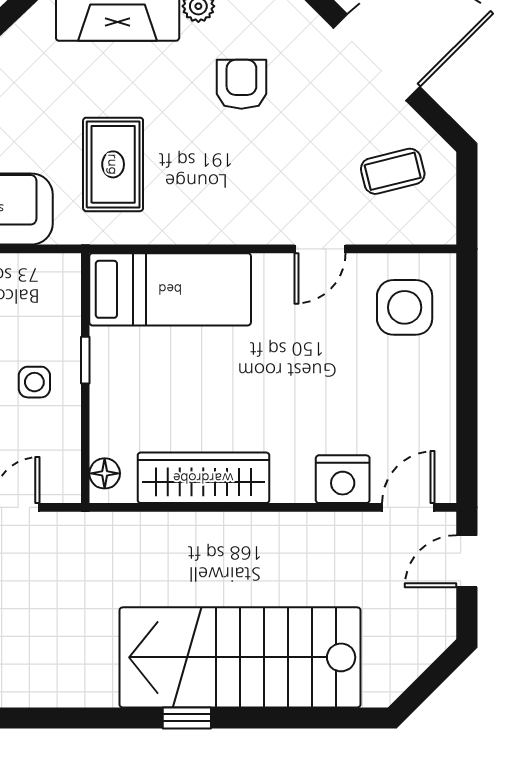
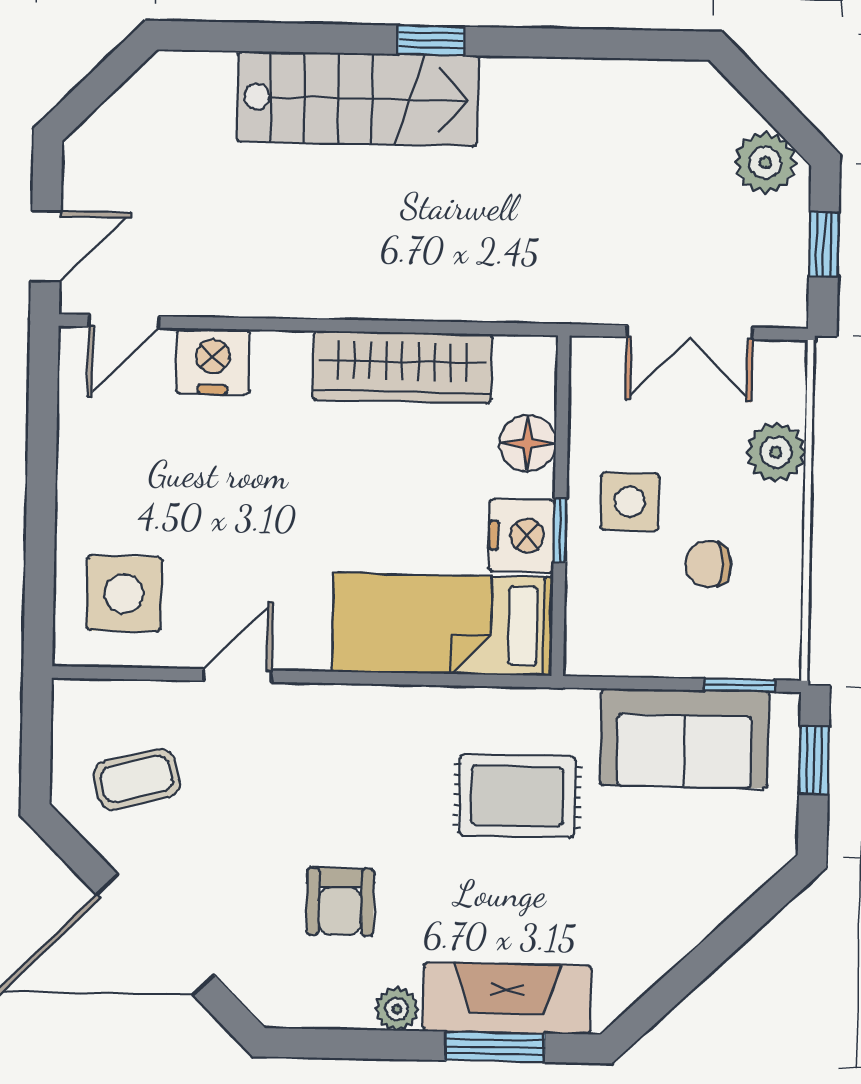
rug: (113, 164) -> (517, 796), turned 90
nightstand: (113, 356) -> (522, 536), added
side table: (34, 382) -> (630, 502), width x1.37, depth x1.37
floor lamp: (105, 473) -> (528, 443), moved, width x1.37, depth x1.37
stairs: (240, 657) -> (358, 99), width x0.73, depth x0.66

